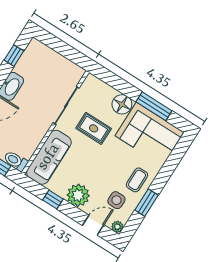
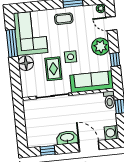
side table: (116, 200) -> (71, 57), moved

